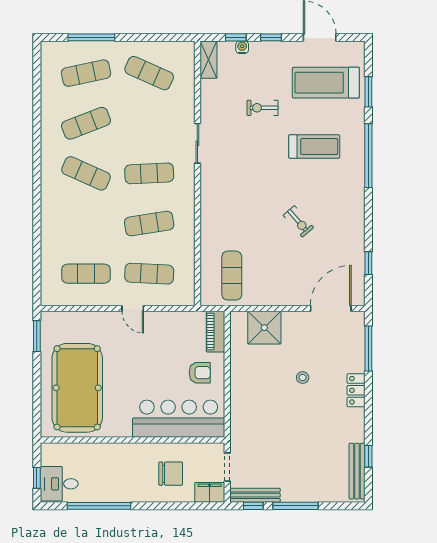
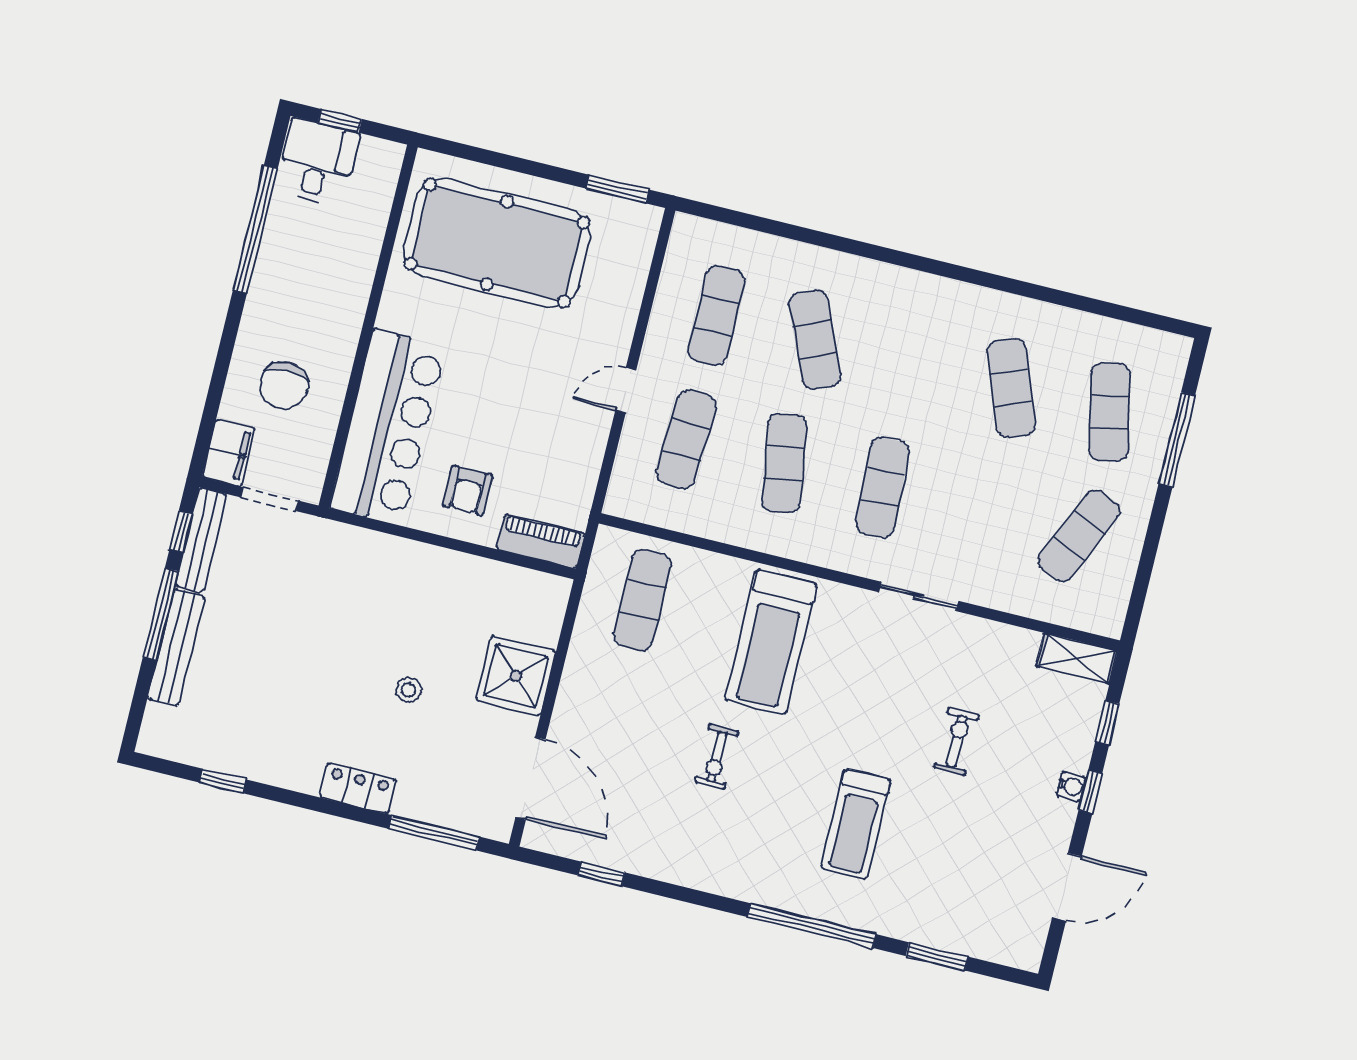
water cooler: (242, 47) -> (1071, 786), moved
treadmill: (326, 83) -> (771, 642), moved, turned 180
exercise mat: (86, 173) -> (815, 340), moved, turned -48
exercise bike: (298, 221) -> (717, 757), turned -49
exercise mat: (232, 276) -> (643, 600), turned 90
shower: (264, 328) -> (516, 676), moved
bench: (357, 471) -> (176, 648), moved, turned 90

